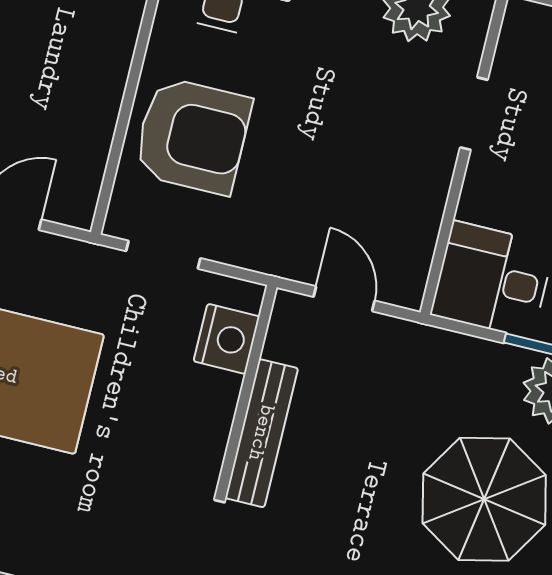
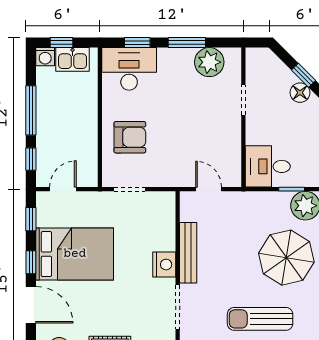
armchair: (193, 136) -> (130, 137), width x0.73, depth x0.73
nightstand: (227, 339) -> (164, 265), moved

